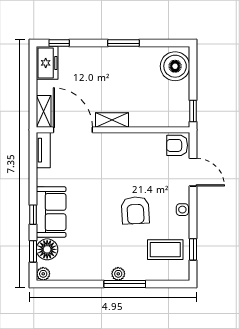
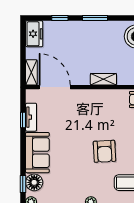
window: (59, 43) -> (60, 18), moved
shelving: (112, 120) -> (103, 79), moved
tv unit: (43, 150) -> (31, 117), moved
window: (33, 215) -> (23, 120), moved

